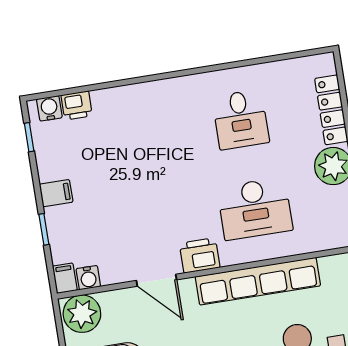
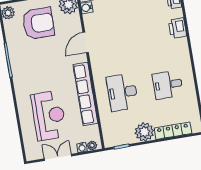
printer: (200, 255) -> (178, 28), moved, turned 180

